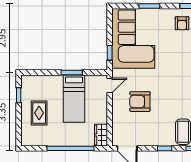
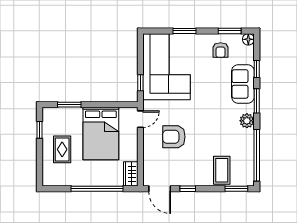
window: (72, 73) -> (69, 105), moved
bed: (74, 99) -> (101, 134), width x1.50
window: (165, 148) -> (188, 189), moved

